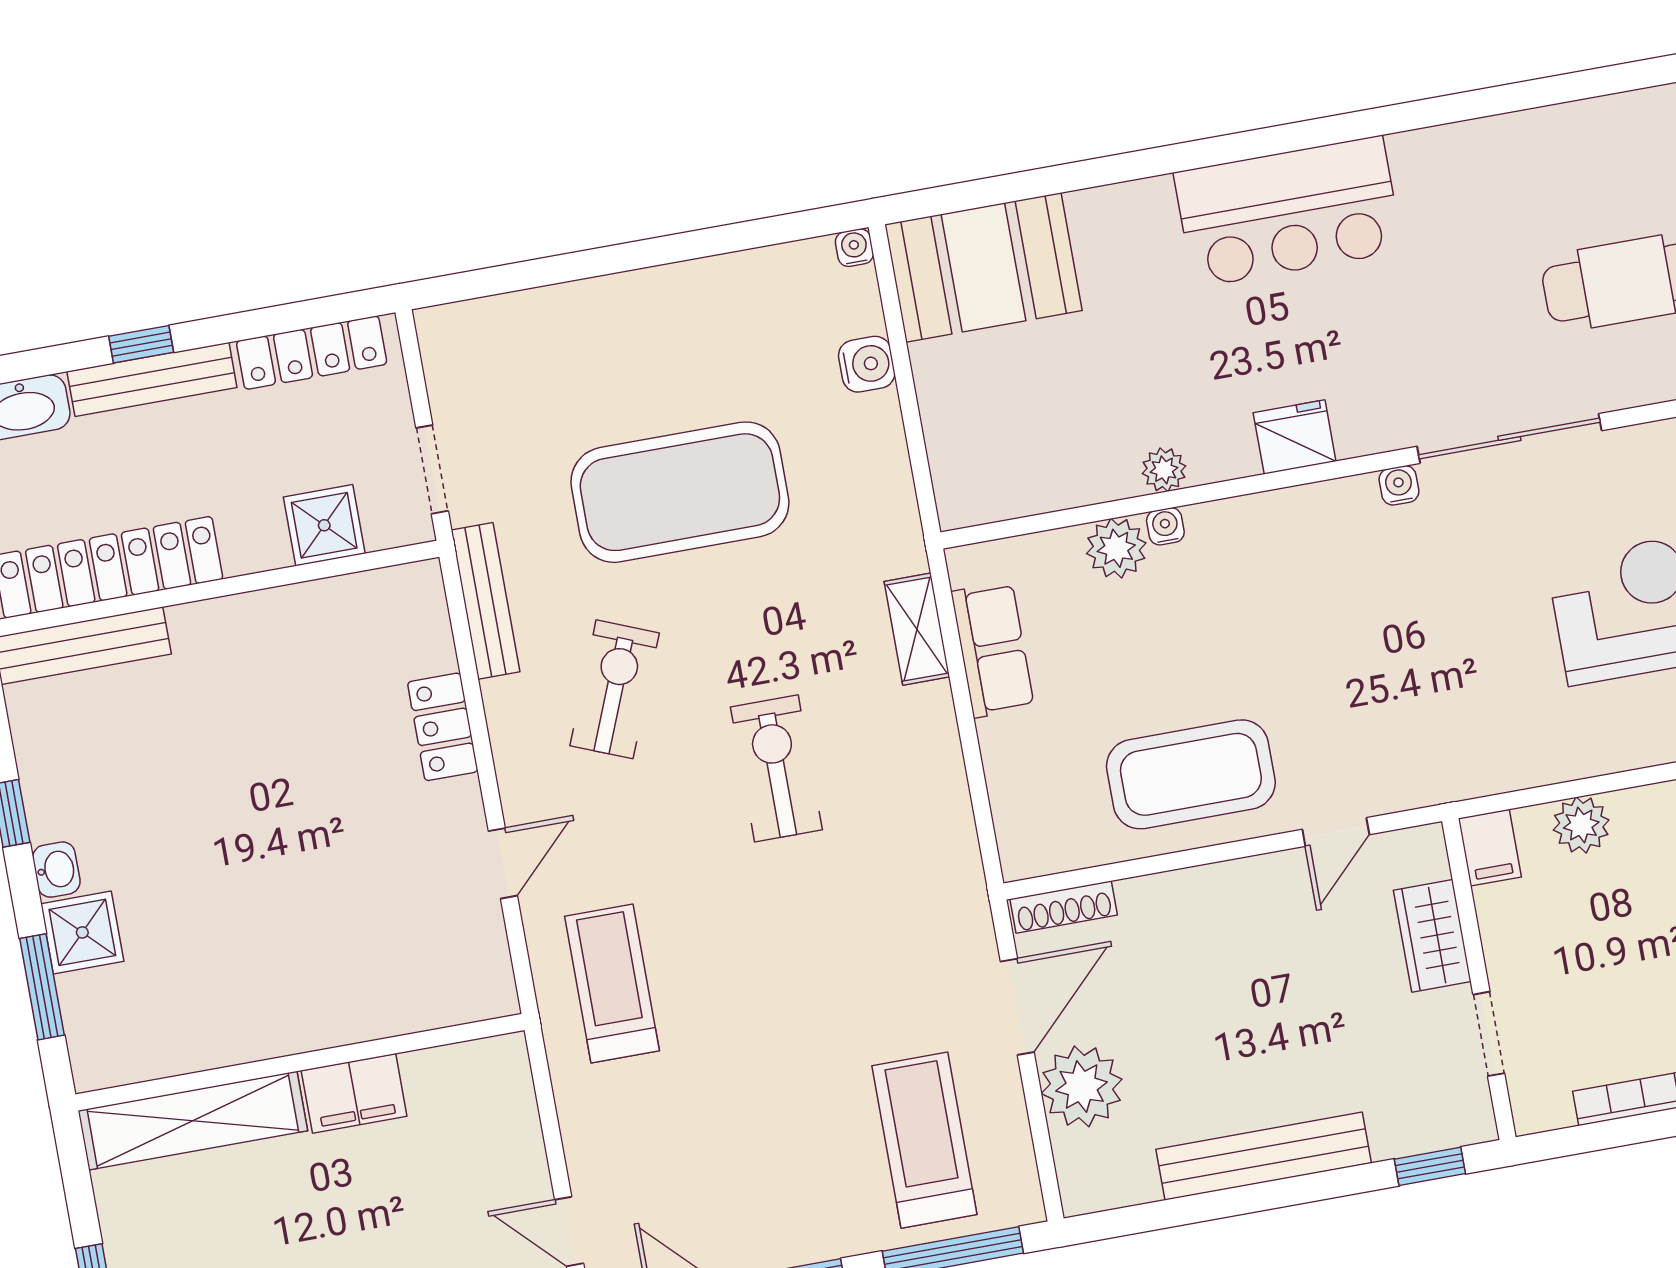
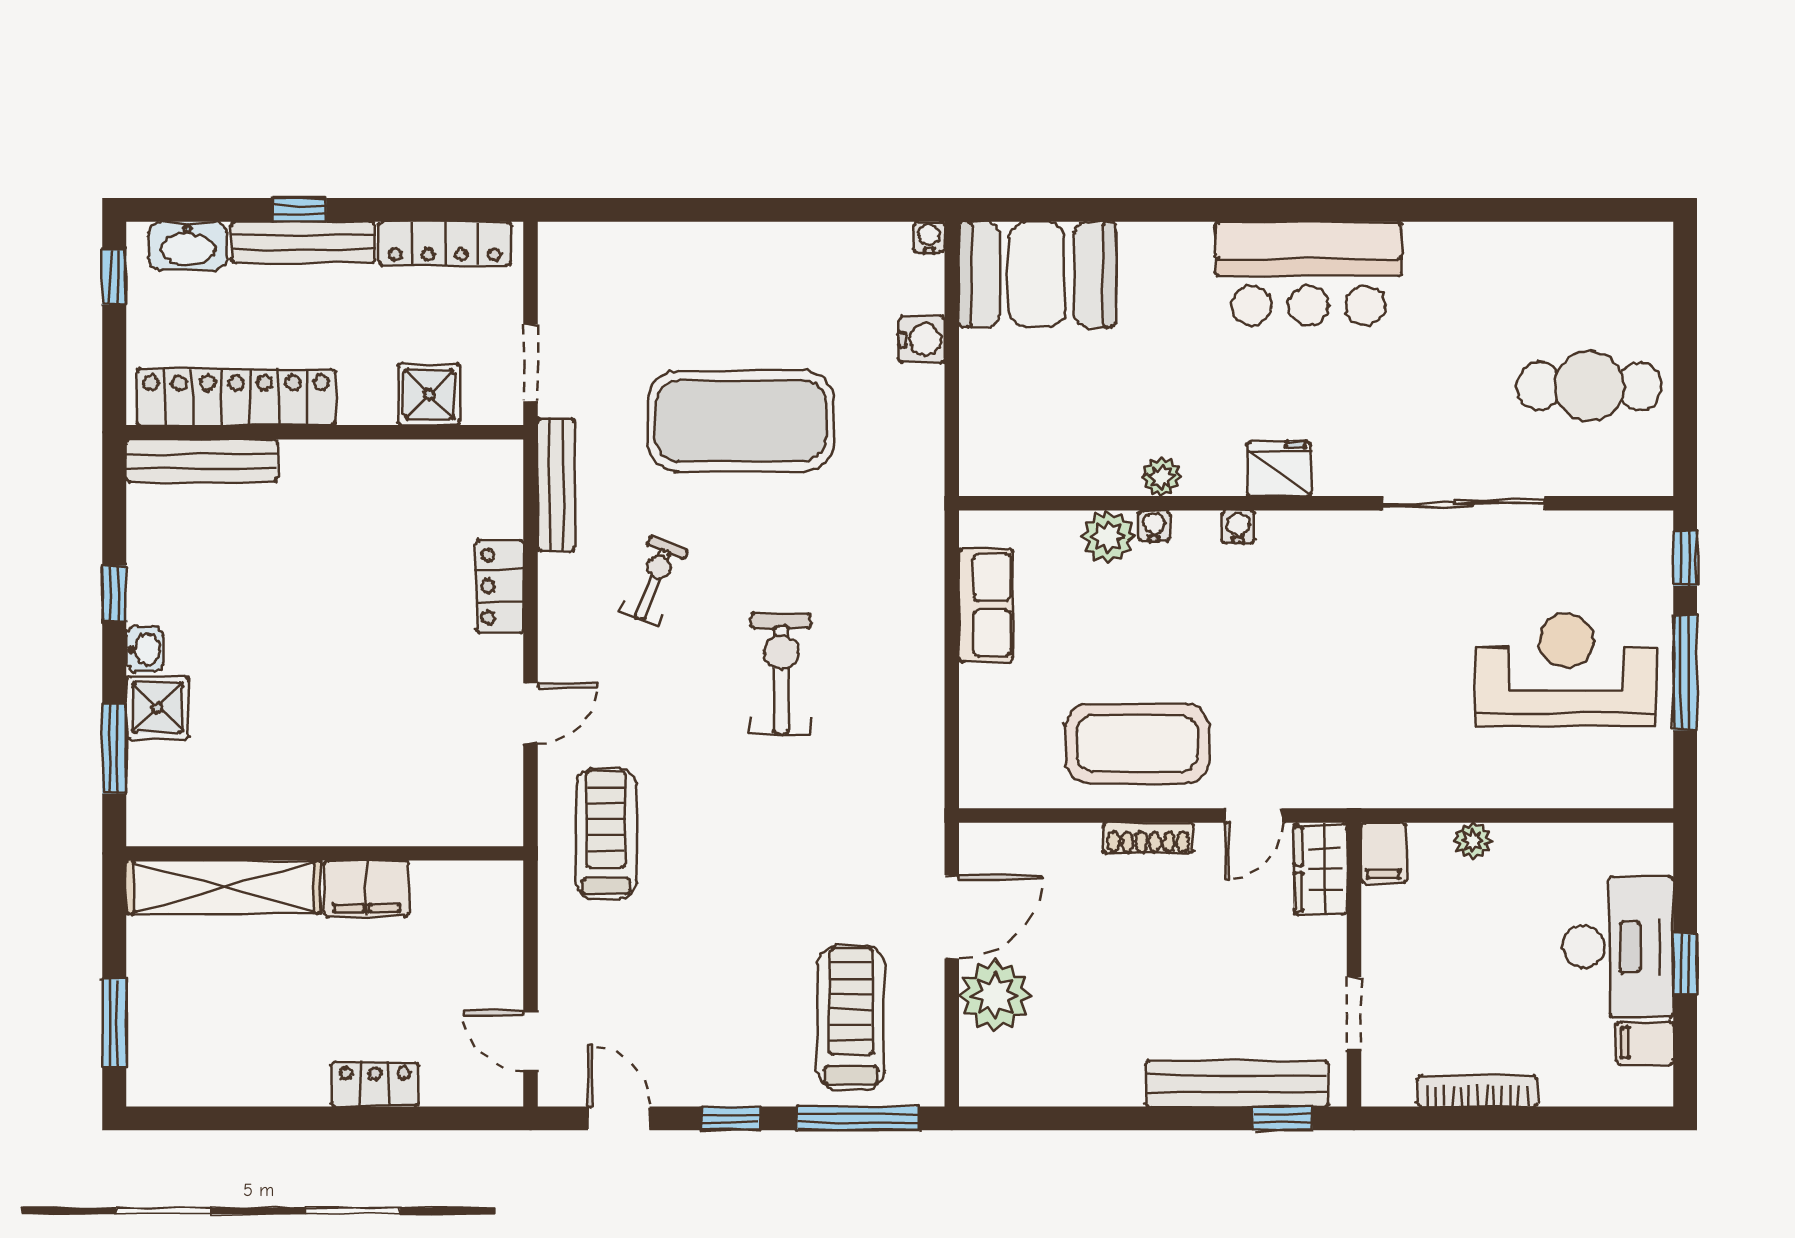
water cooler: (1399, 485) -> (1238, 527), moved
shelving: (917, 629) -> (924, 576), removed
exercise bike: (615, 689) -> (654, 581), width x0.73, depth x0.72
plant: (1581, 825) -> (1473, 841), width x0.73, depth x0.73
shoe rack: (1064, 907) -> (1148, 838), moved
wardrobe: (1432, 936) -> (1320, 869), moved
bench: (1264, 1156) -> (1237, 1084), moved

